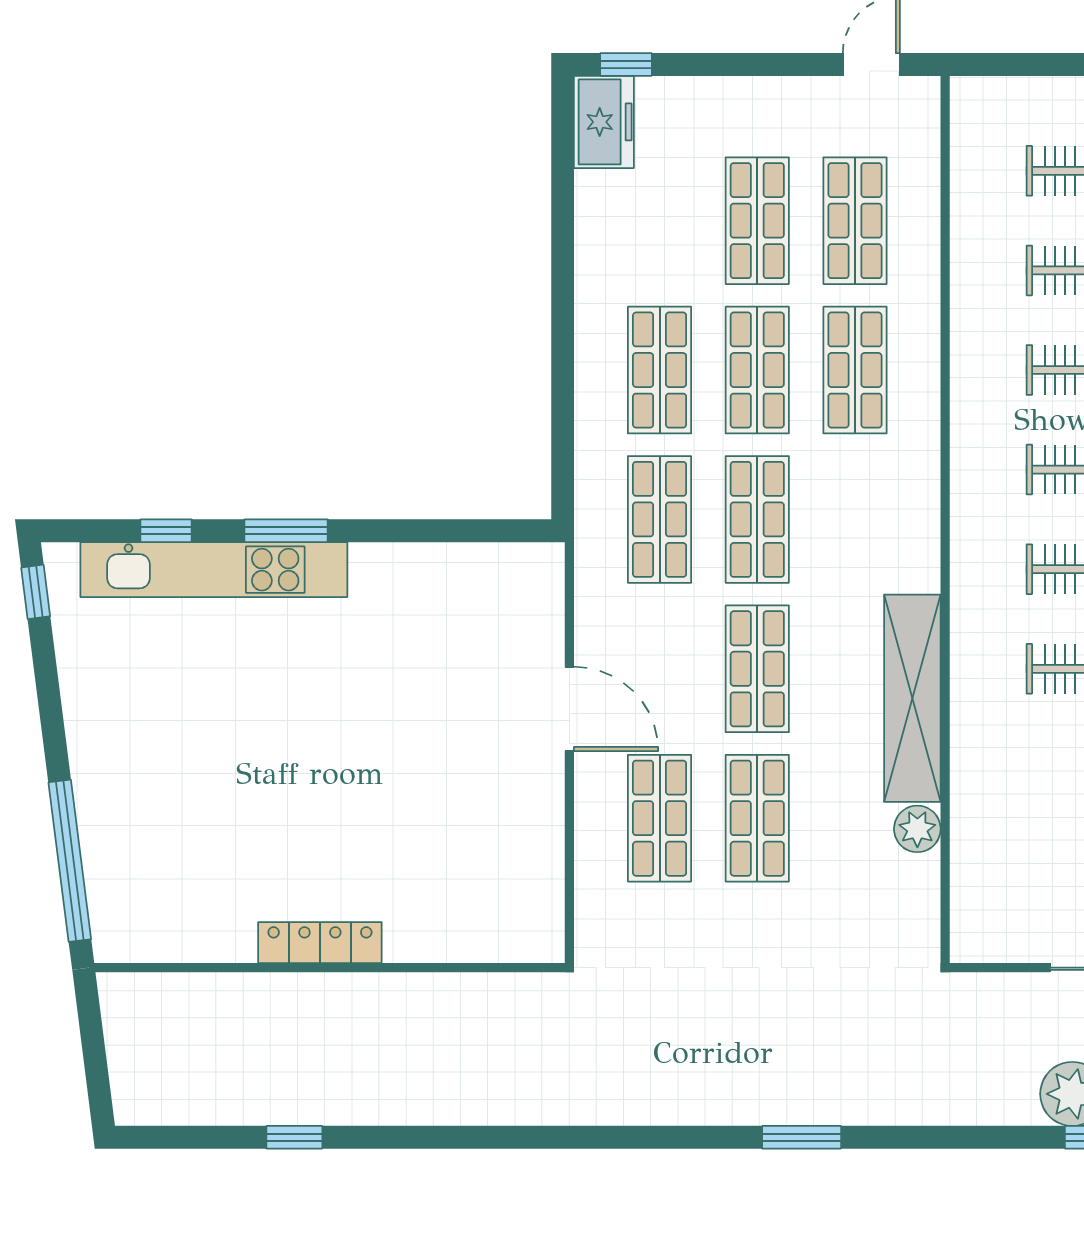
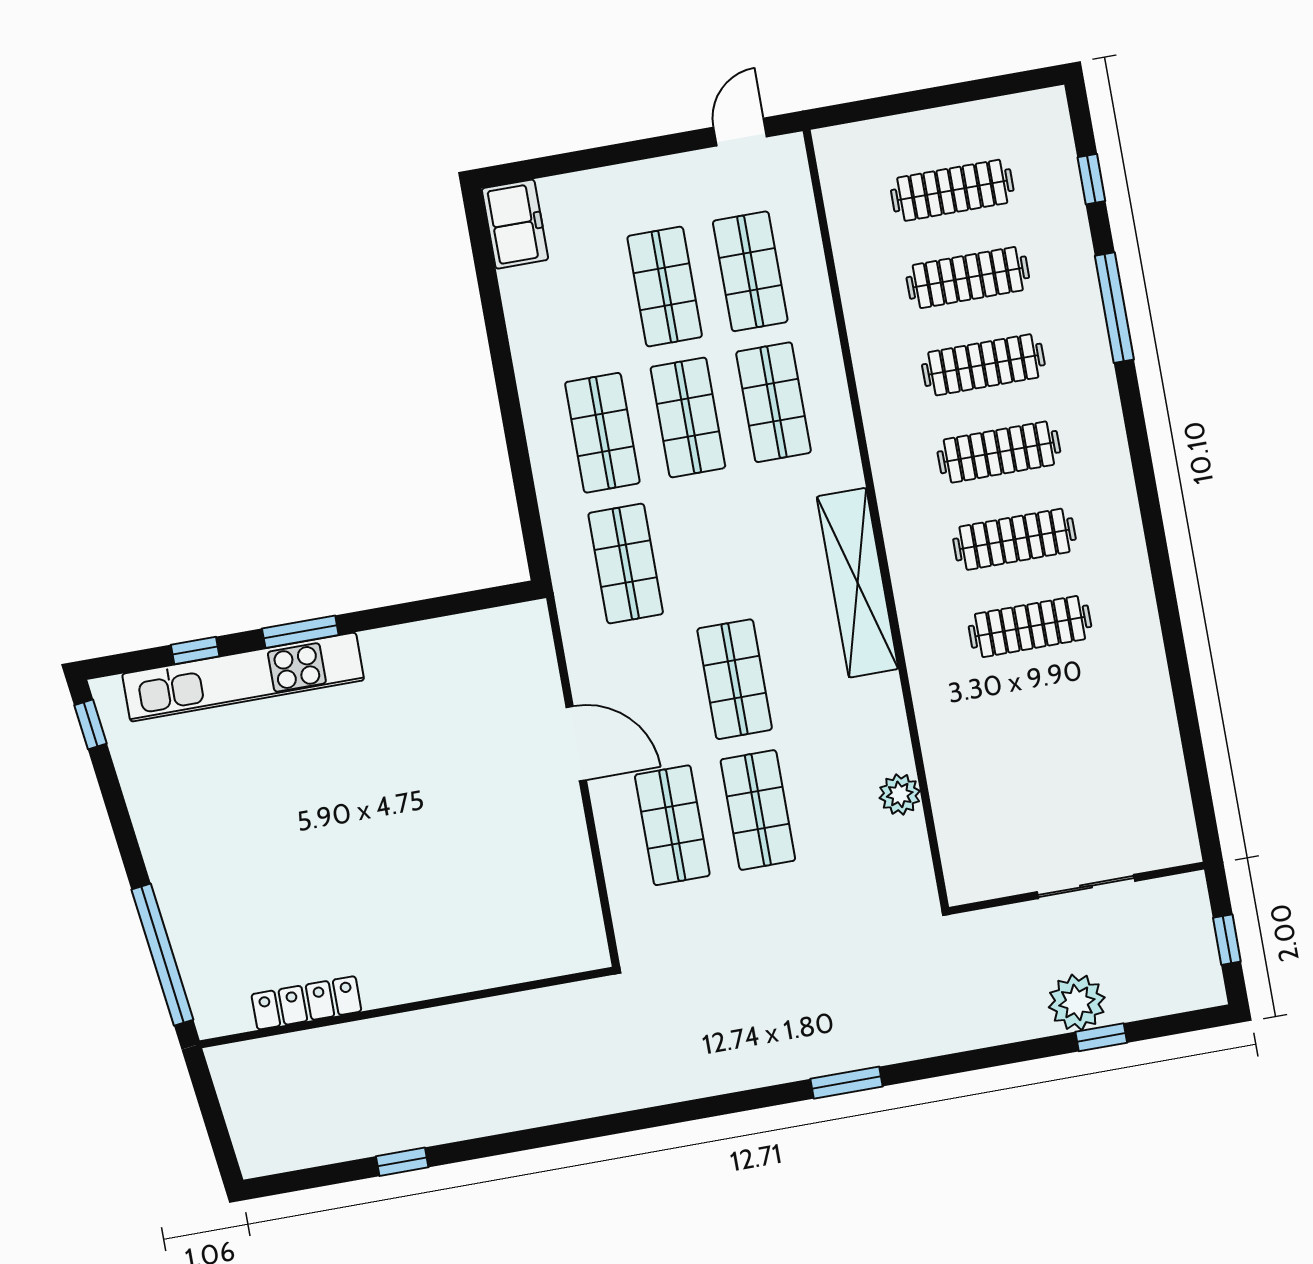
window: (626, 64) -> (525, 170), removed
shop shelf: (757, 519) -> (711, 548), removed
shelving: (912, 698) -> (857, 583), moved
locker: (320, 943) -> (306, 1003), moved

